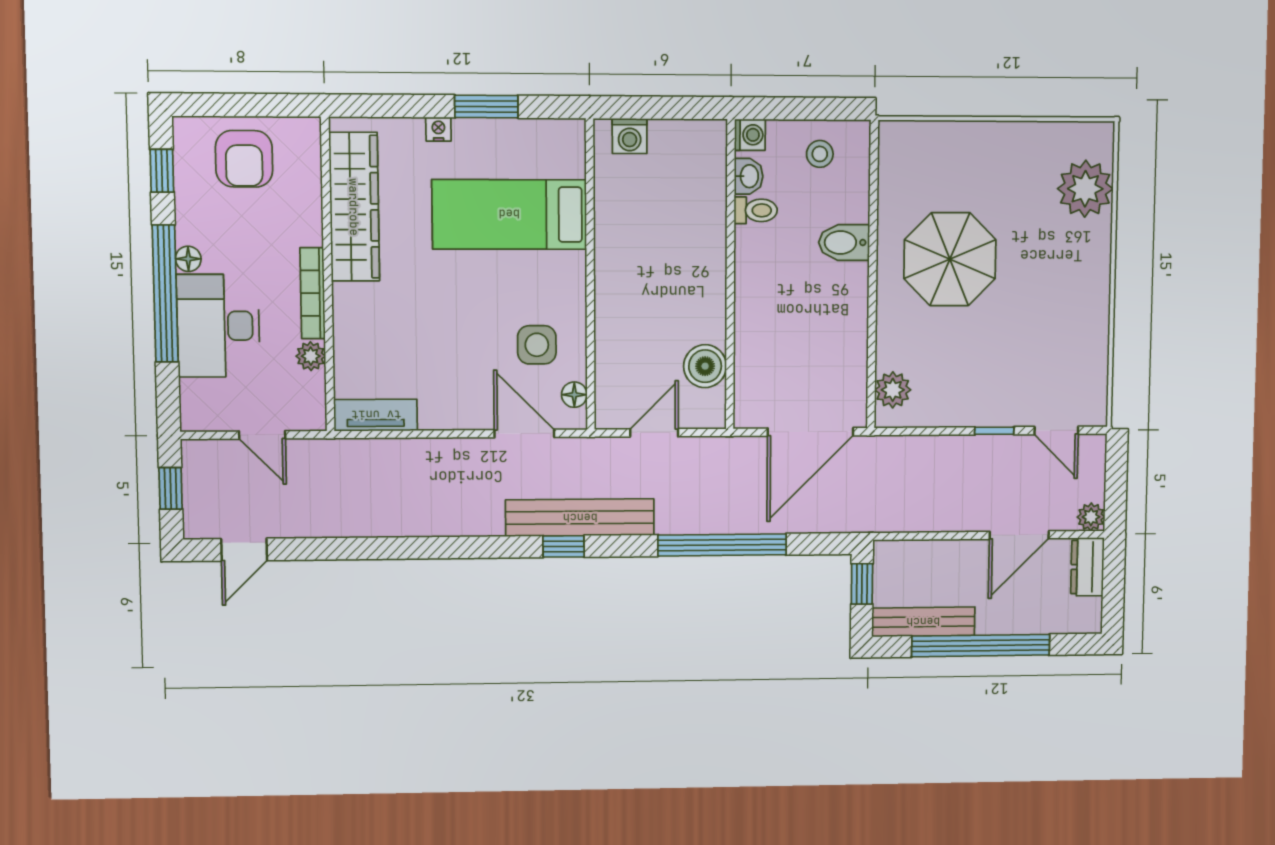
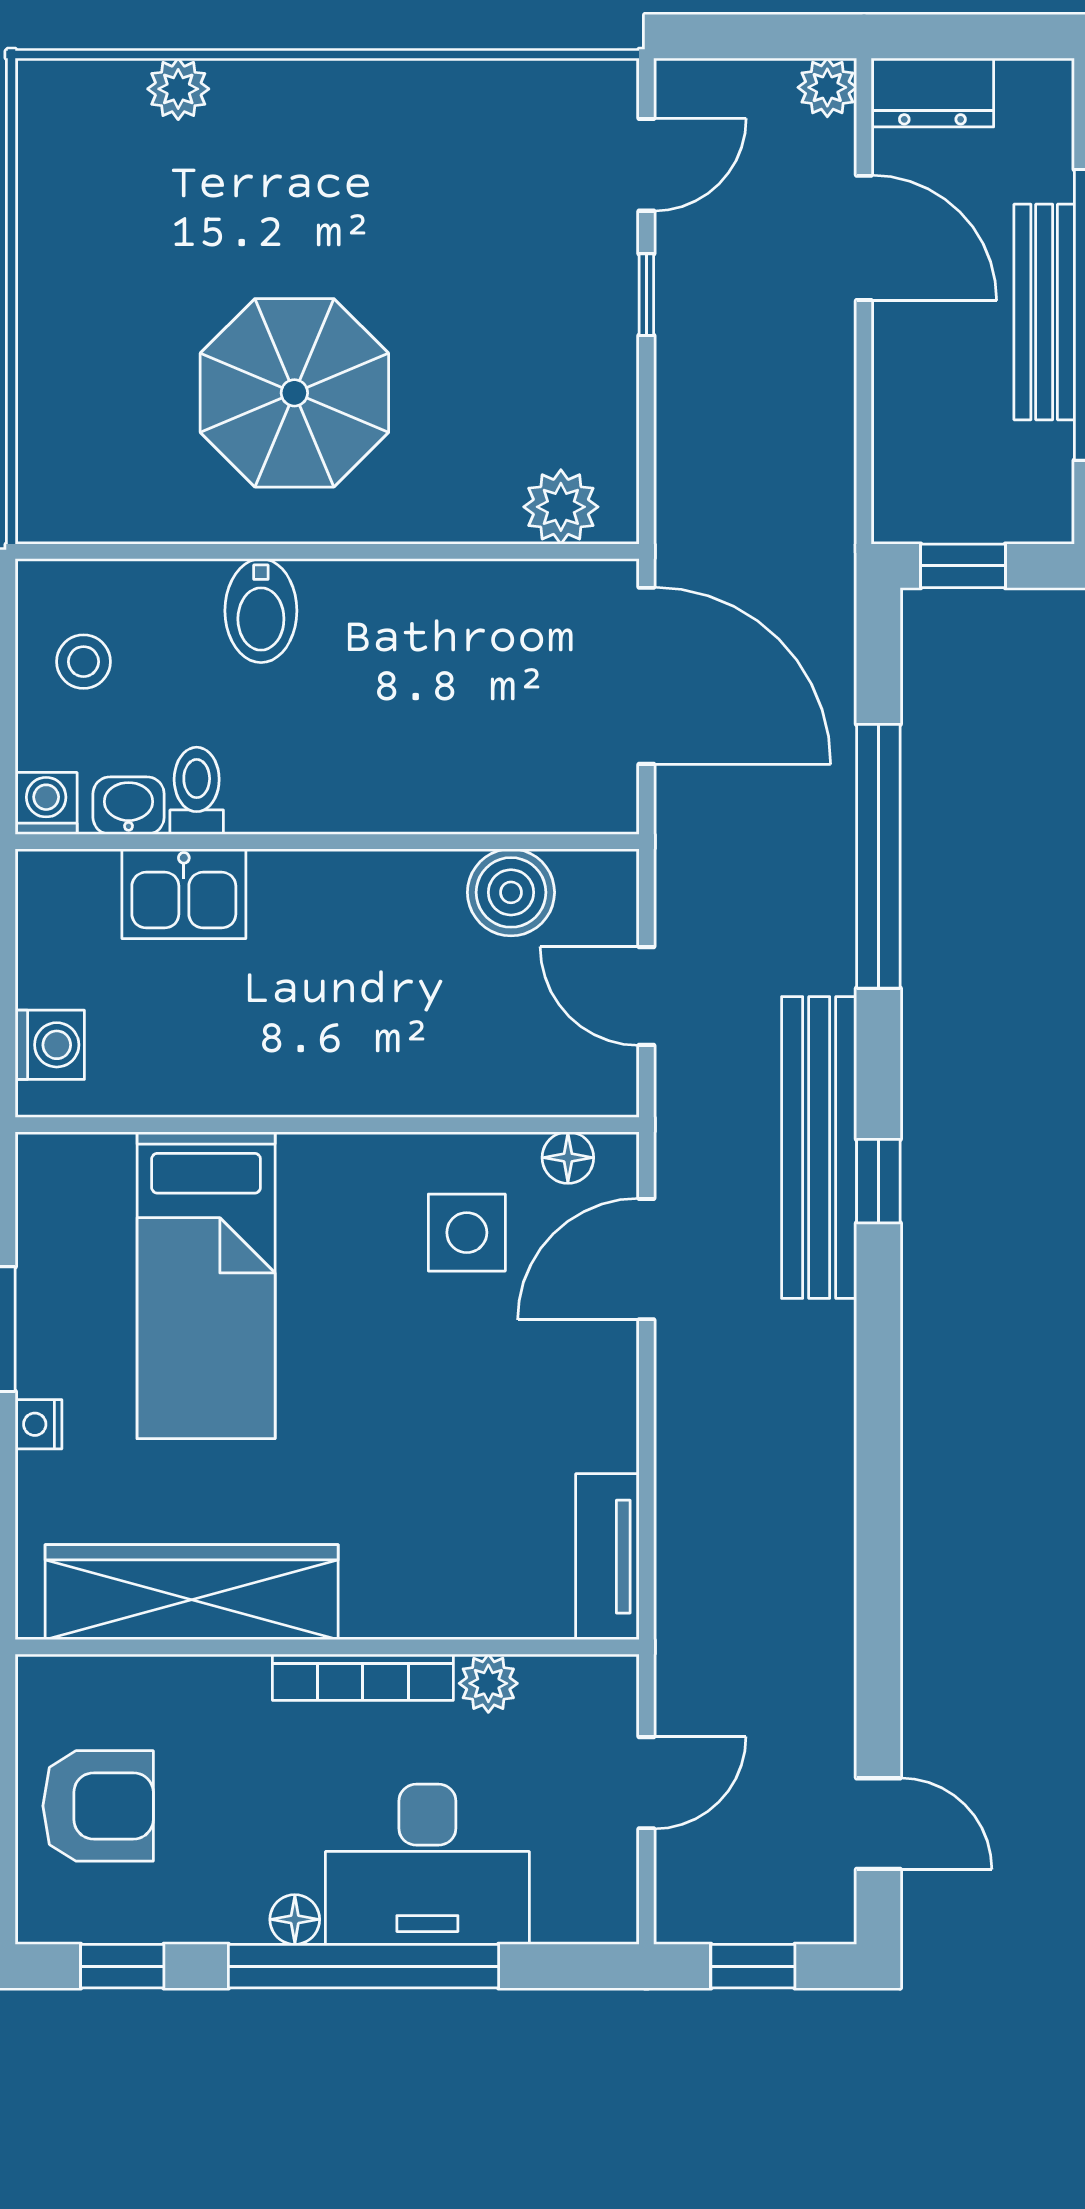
plant: (1085, 189) -> (178, 89), width x0.53, depth x0.53
kitchen sink: (705, 204) -> (184, 894), added
bench: (923, 622) -> (1044, 312), moved

